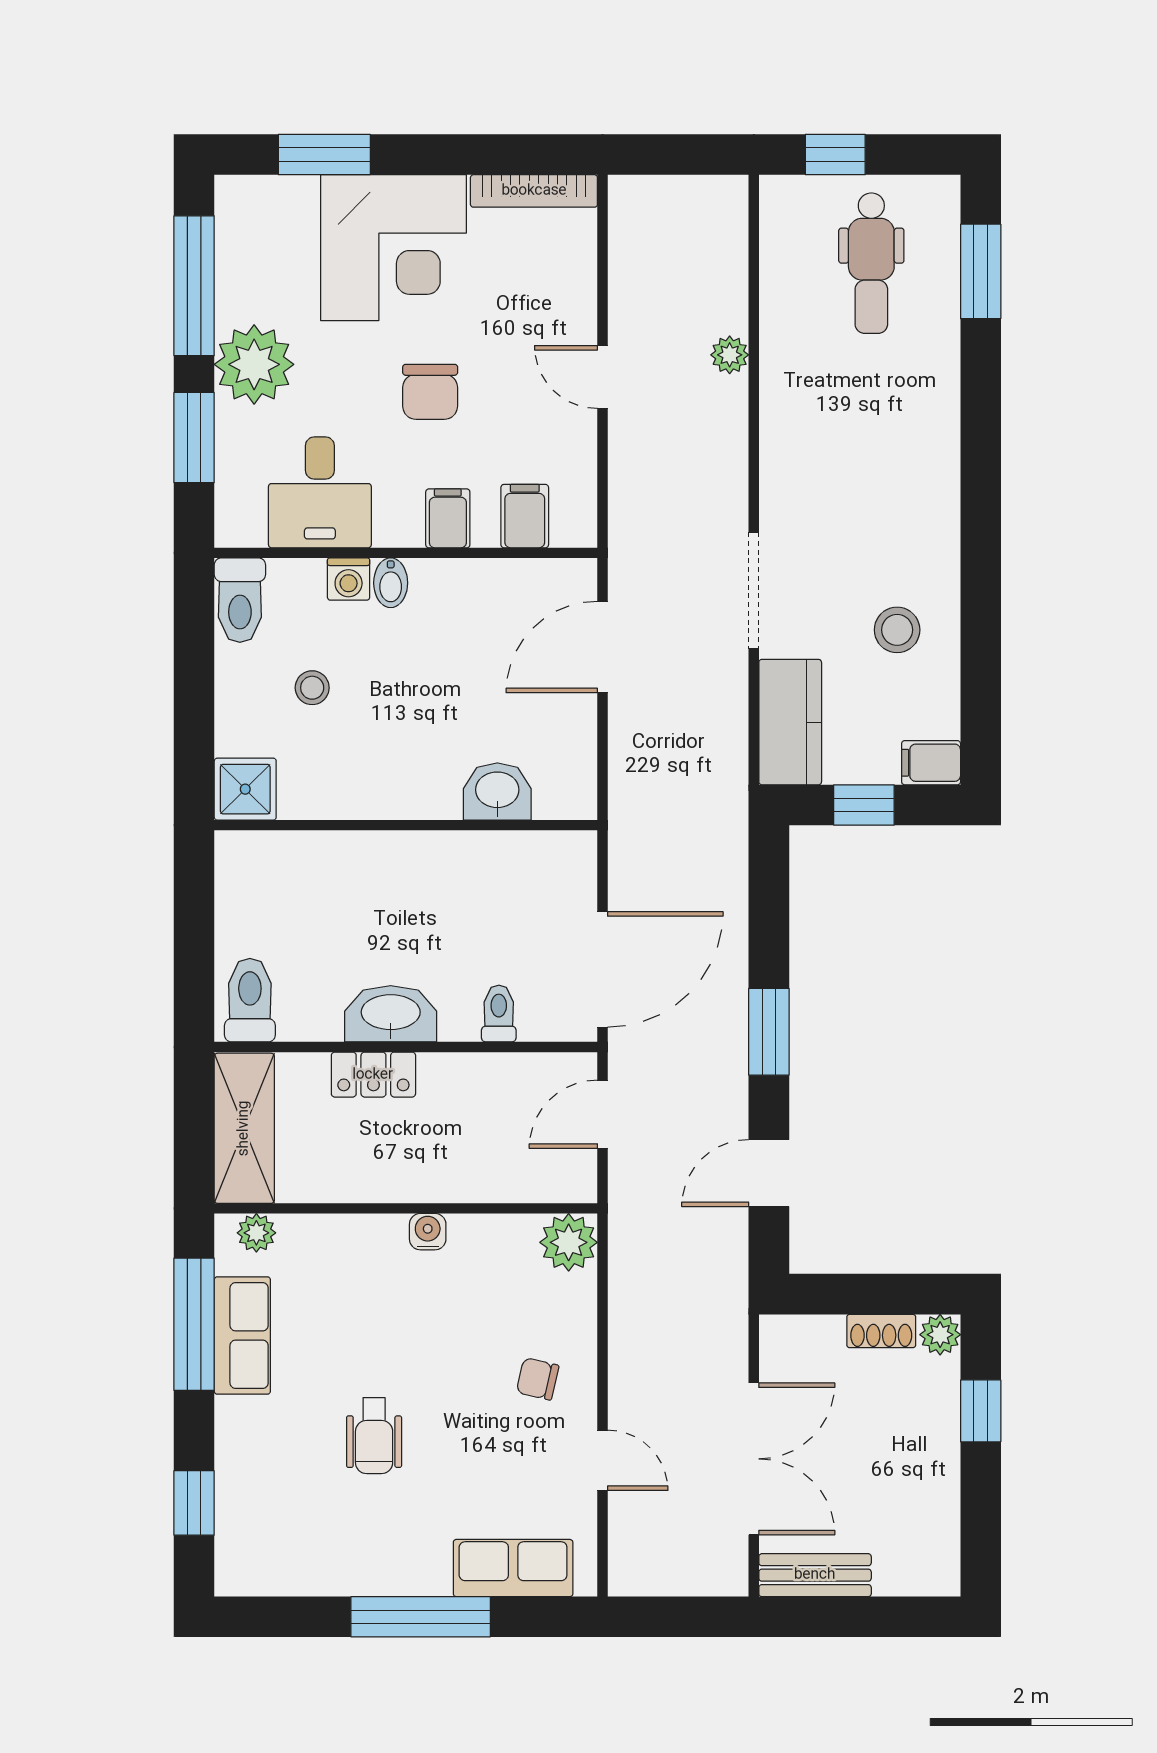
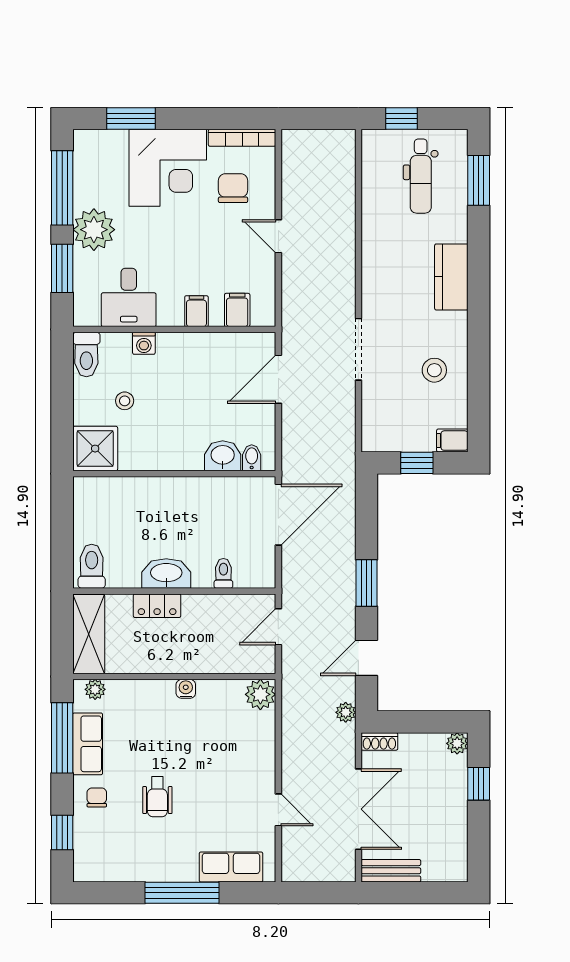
plant: (730, 355) -> (346, 712), moved
chair: (430, 392) -> (233, 188), moved, turned 180
bidet: (391, 583) -> (252, 458), moved, turned 180
kitchen counter: (790, 722) -> (451, 277), moved, turned 180
shower: (245, 789) -> (95, 449), width x1.36, depth x1.36
door: (603, 969) -> (278, 515), moved
shoe rack: (881, 1331) -> (379, 741), moved
chair: (538, 1379) -> (97, 798), moved, turned 77

